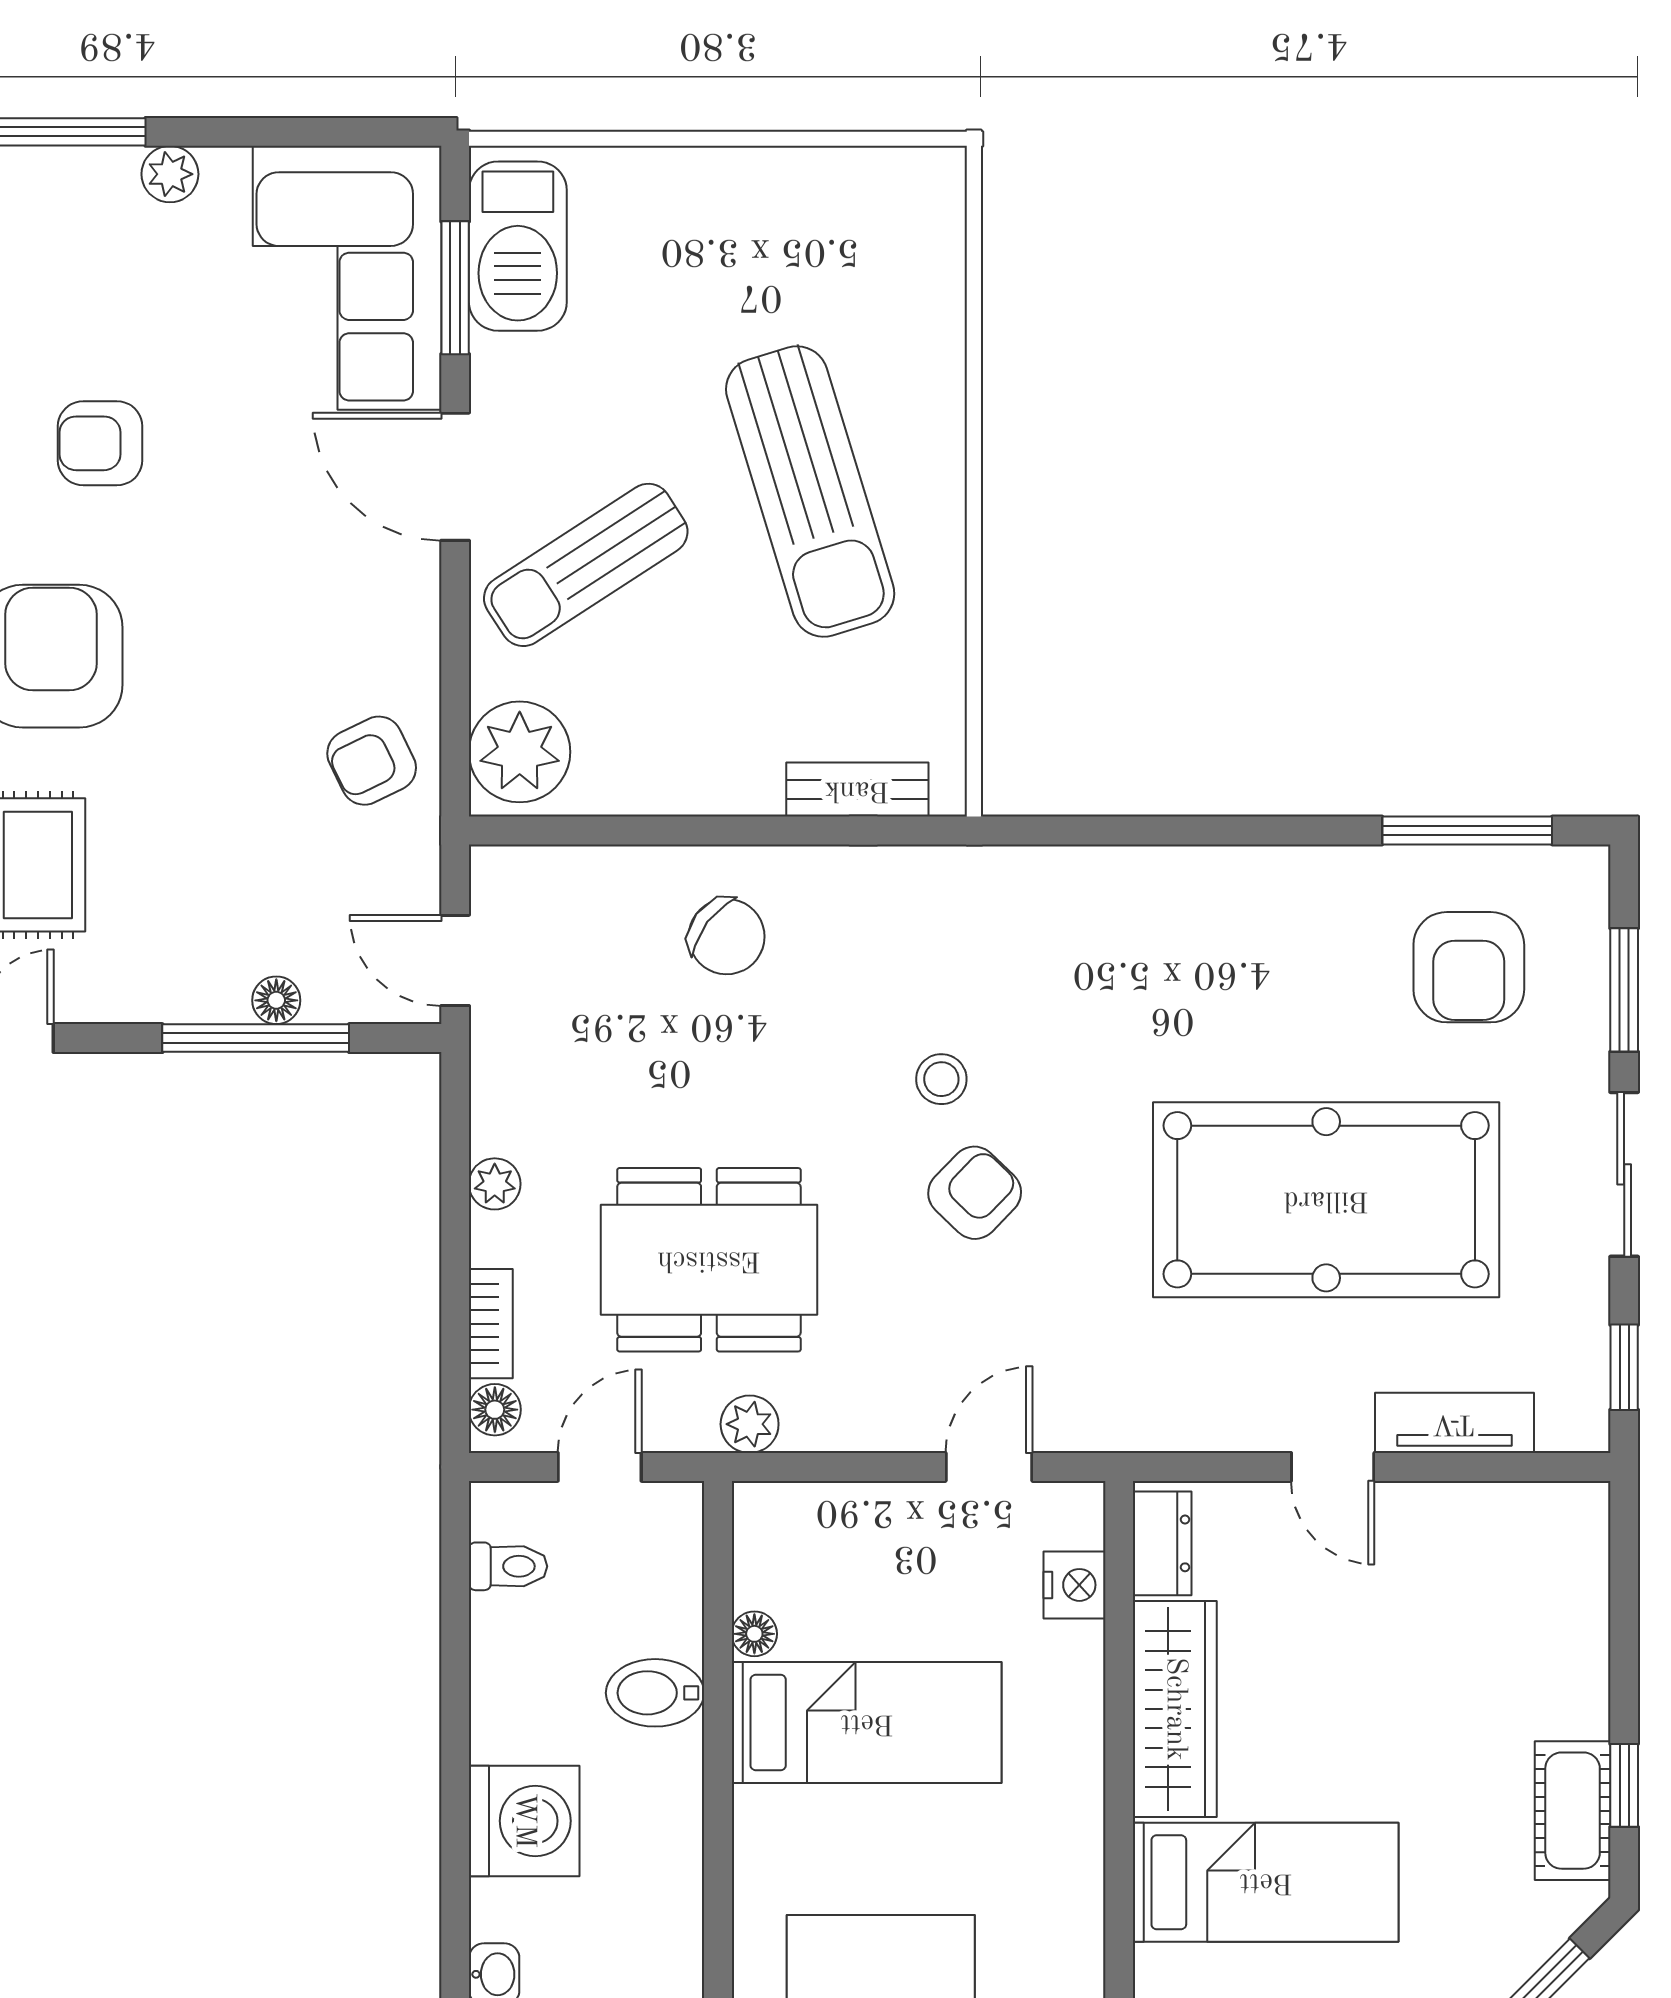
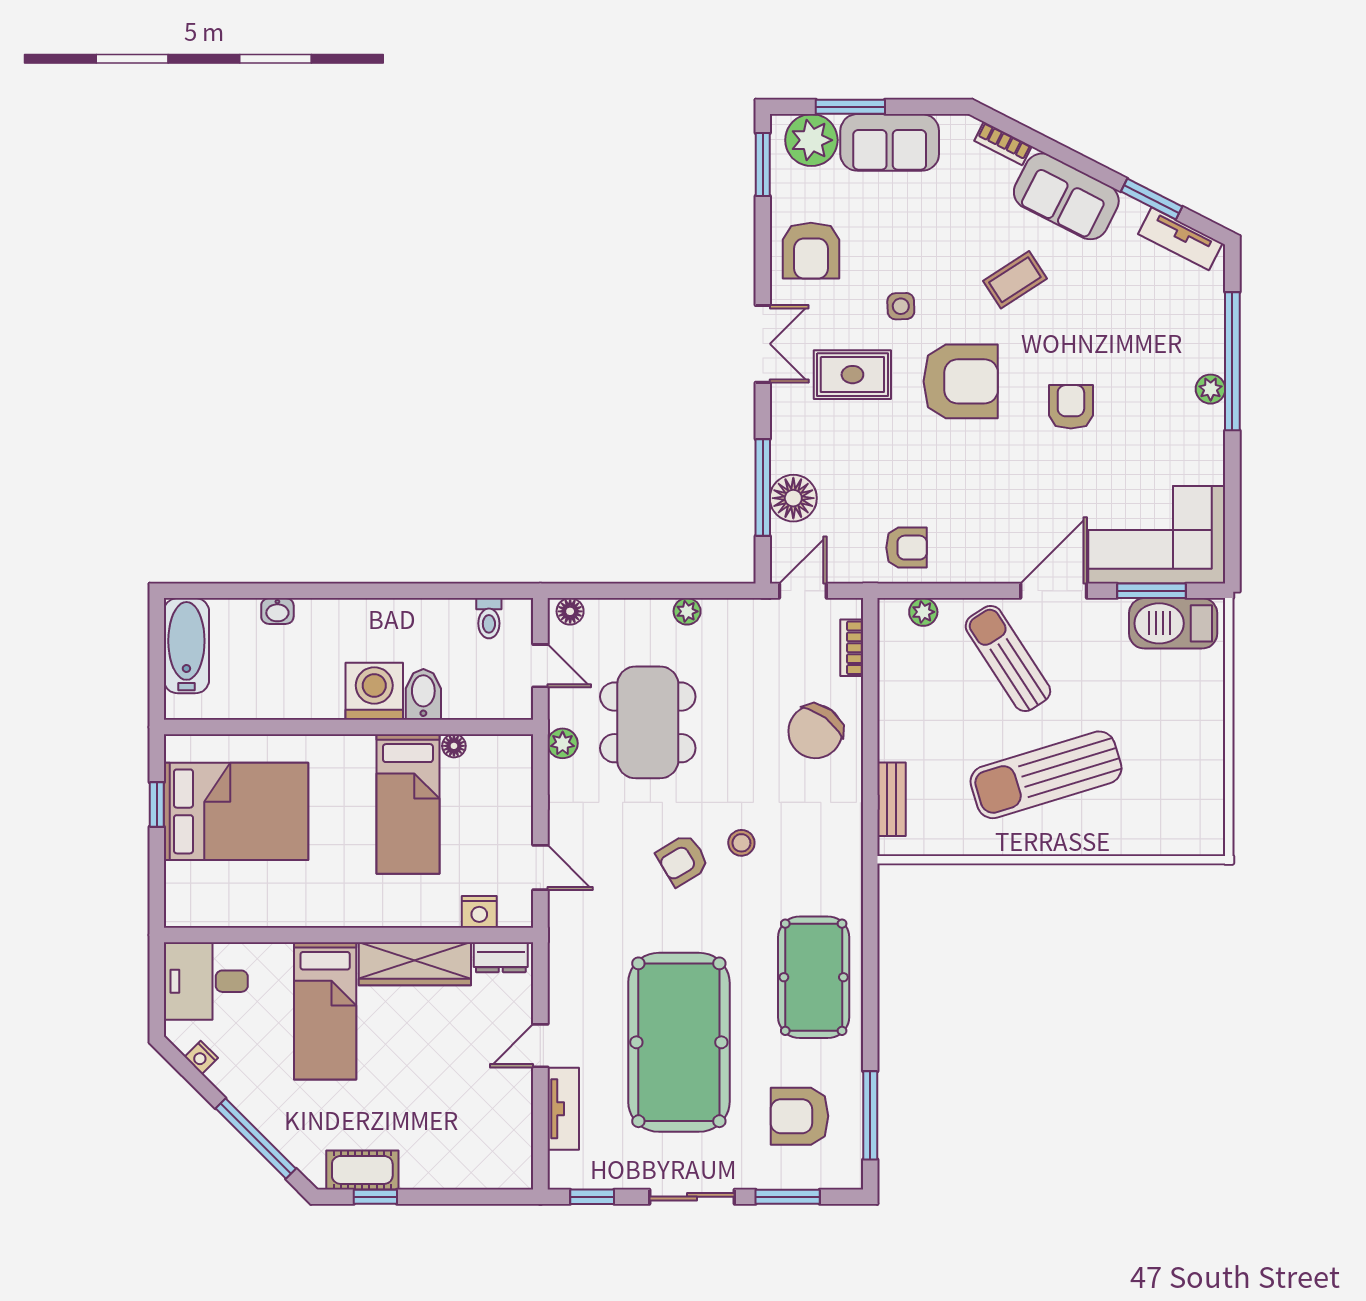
plant: (170, 174) -> (1211, 389), moved
plant: (520, 752) -> (923, 612), width x0.53, depth x0.53
armchair: (372, 761) -> (906, 548), turned 116
chair: (727, 937) -> (815, 732), width x1.37, depth x1.37
pool table: (1201, 940) -> (814, 977), added
floor lamp: (276, 1000) -> (793, 498), width x1.89, depth x1.89
armchair: (975, 1193) -> (683, 860), turned 105
bookcase: (491, 1324) -> (852, 648), moved, turned 90
washing machine: (524, 1821) -> (374, 691), moved, turned 180

